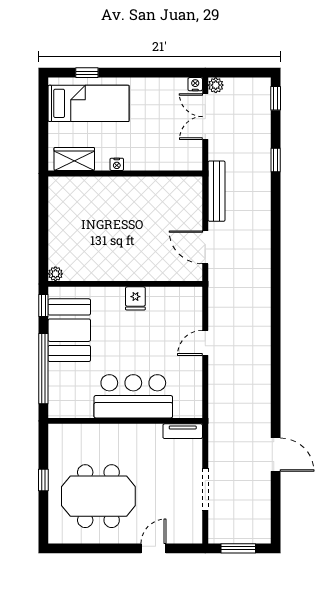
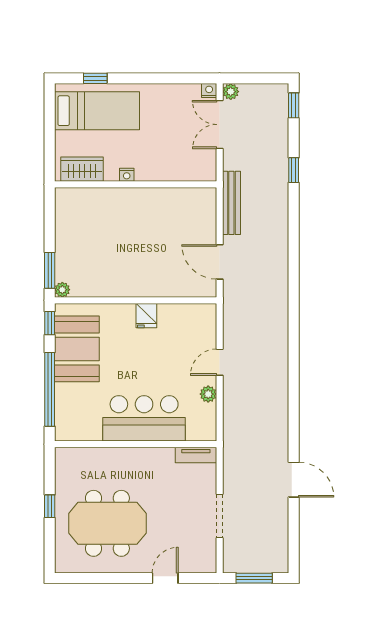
window: (43, 255) -> (50, 270), added
plant: (194, 373) -> (208, 394), added

